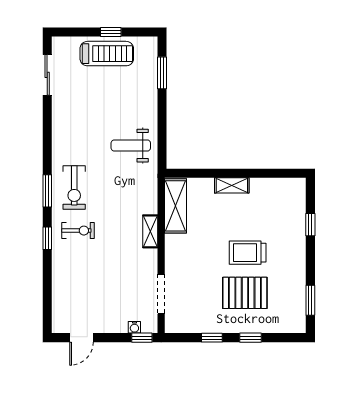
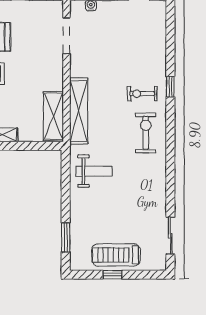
window: (47, 191) -> (170, 130), removed
shelving: (150, 231) -> (79, 111), width x2.20, depth x1.33

